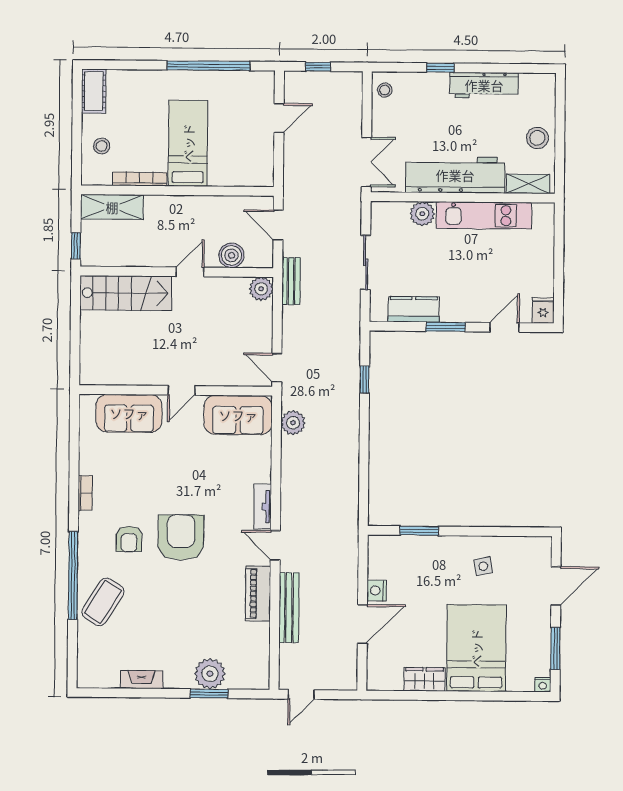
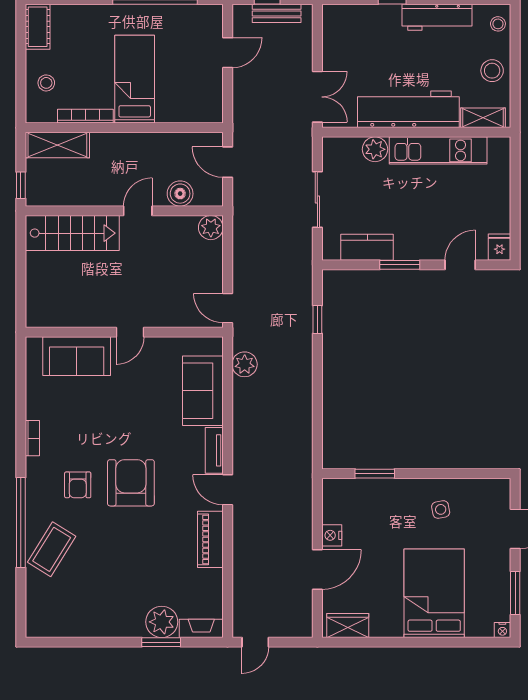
stool: (385, 90) -> (498, 24), moved
bench: (291, 281) -> (277, 13), moved, turned 90
sofa: (238, 415) -> (203, 391), moved, turned 90
bench: (289, 608) -> (242, 554), removed
wardrobe: (425, 679) -> (348, 626), moved
fireplace: (142, 680) -> (201, 628), moved

